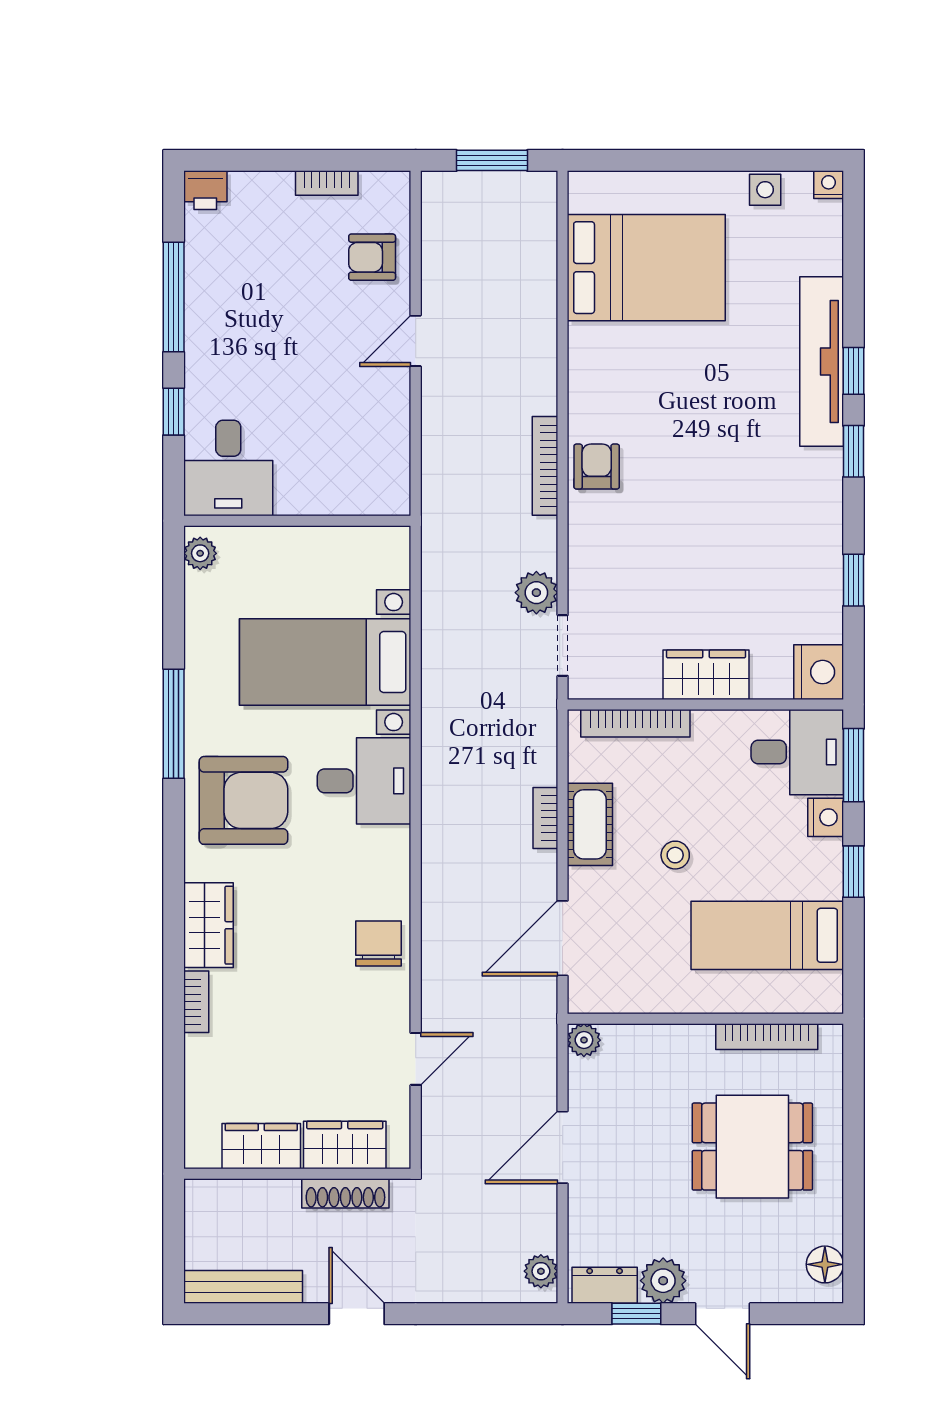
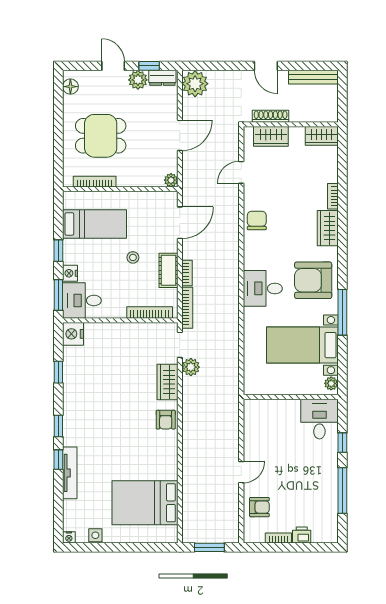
printer: (205, 190) -> (302, 535), moved
tv unit: (822, 361) -> (70, 473), width x0.73, depth x0.78
bookcase: (545, 466) -> (187, 308), moved
bed with nightstands: (325, 662) -> (302, 345), moved, turned 180
wardrobe: (706, 675) -> (168, 382), moved, turned 90
chair: (378, 944) -> (257, 220), turned 180
wardrobe: (261, 1146) -> (322, 136), moved
plant: (541, 1271) -> (195, 84), width x1.88, depth x1.88

